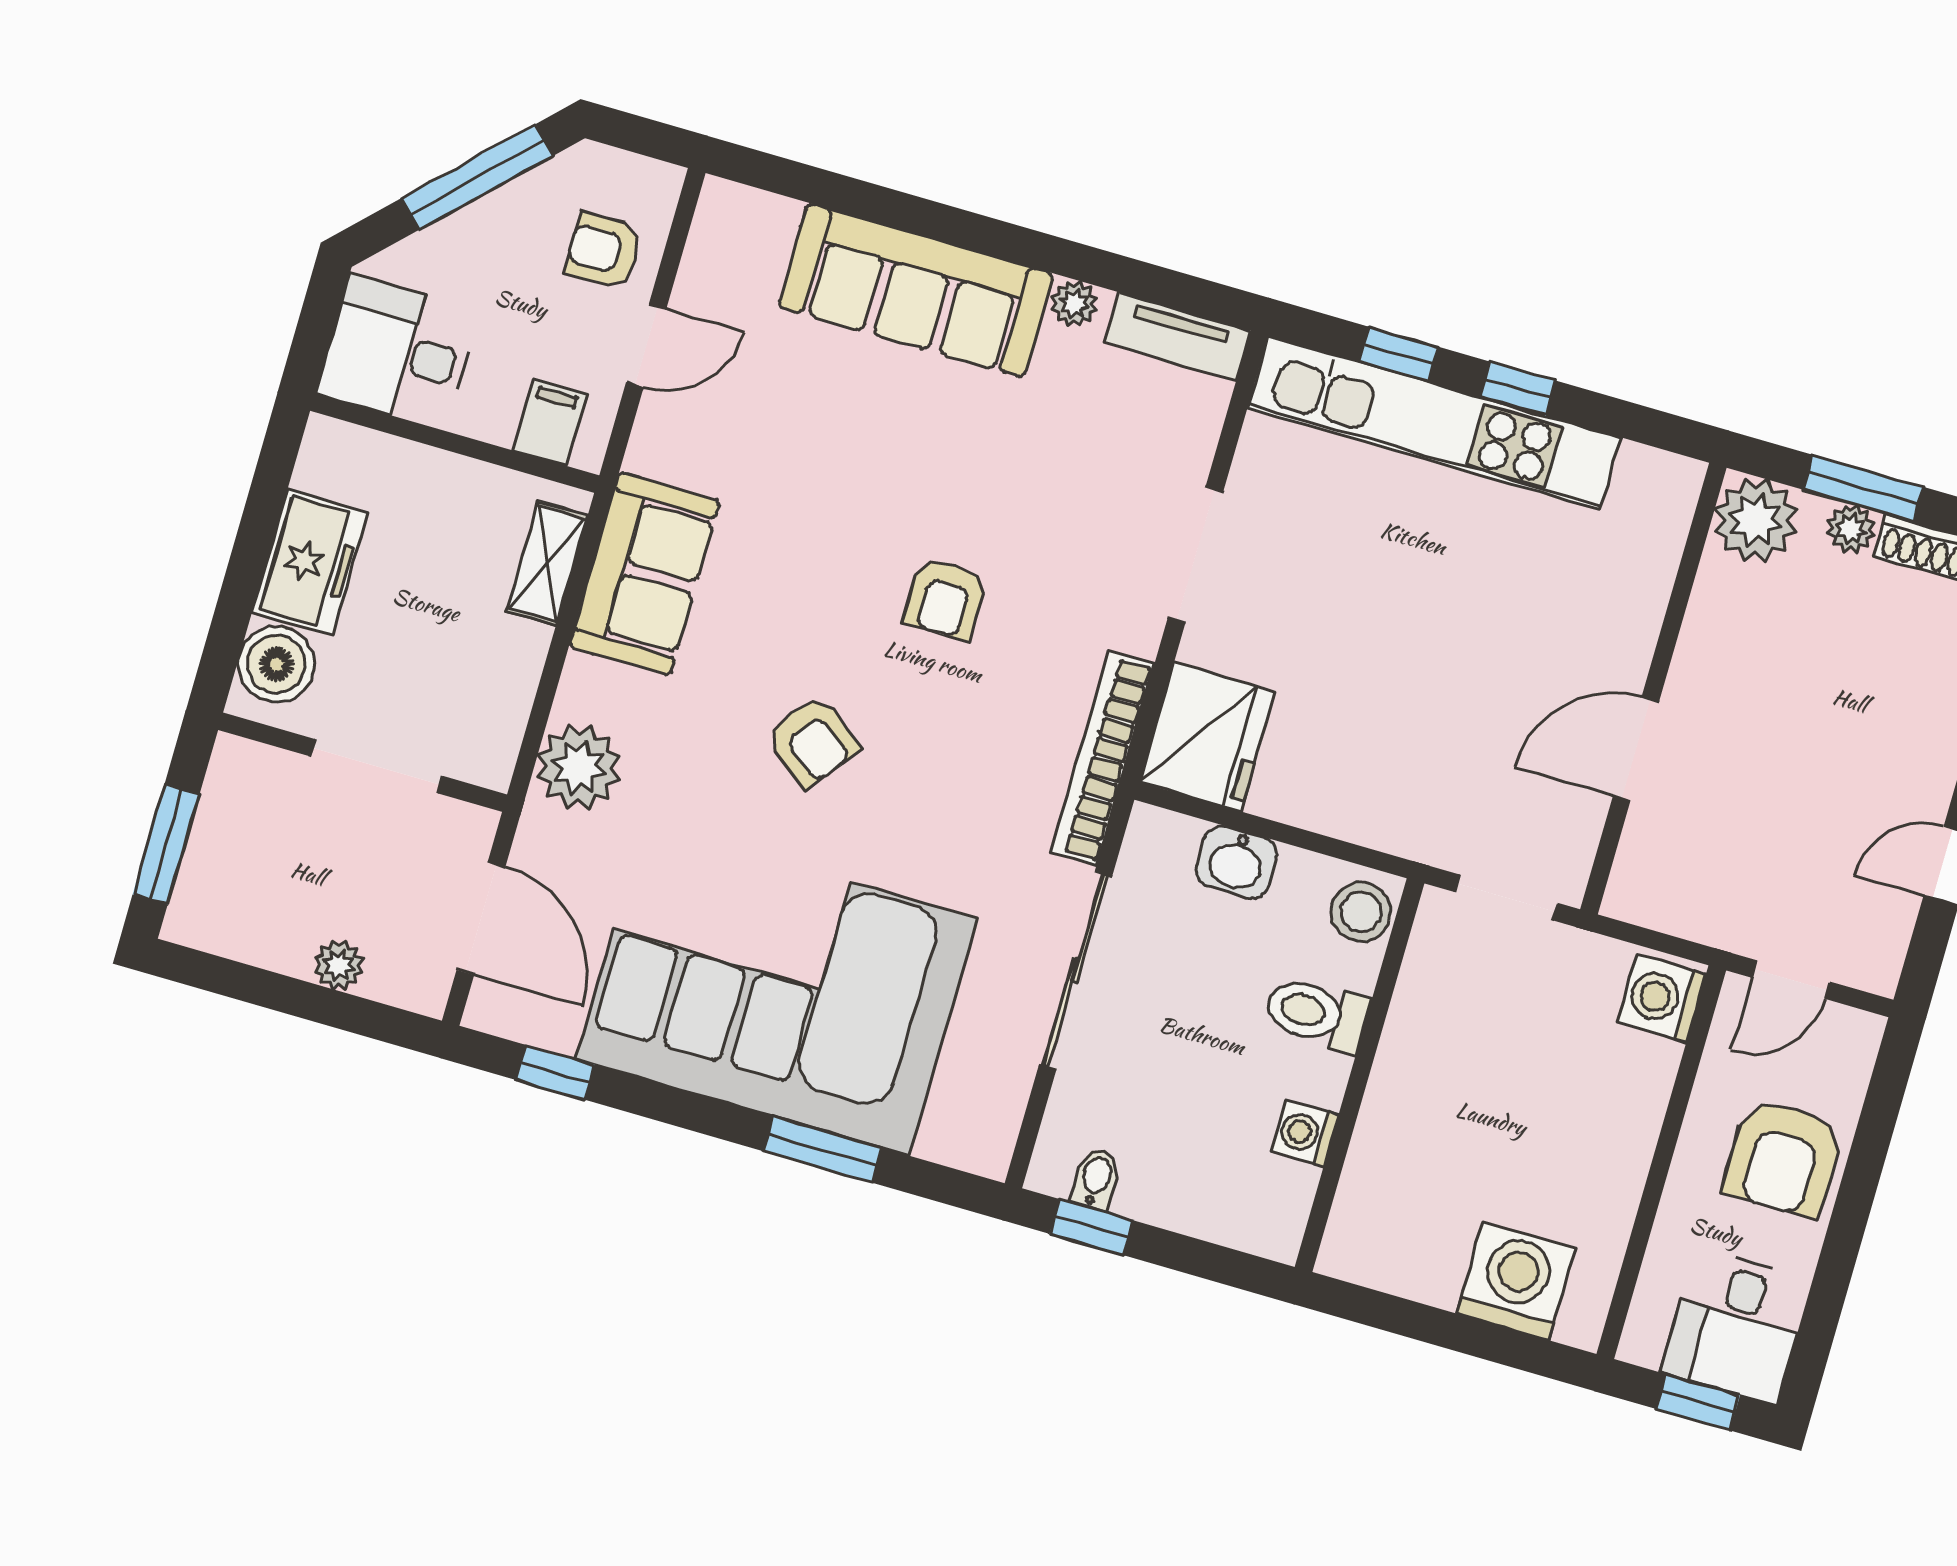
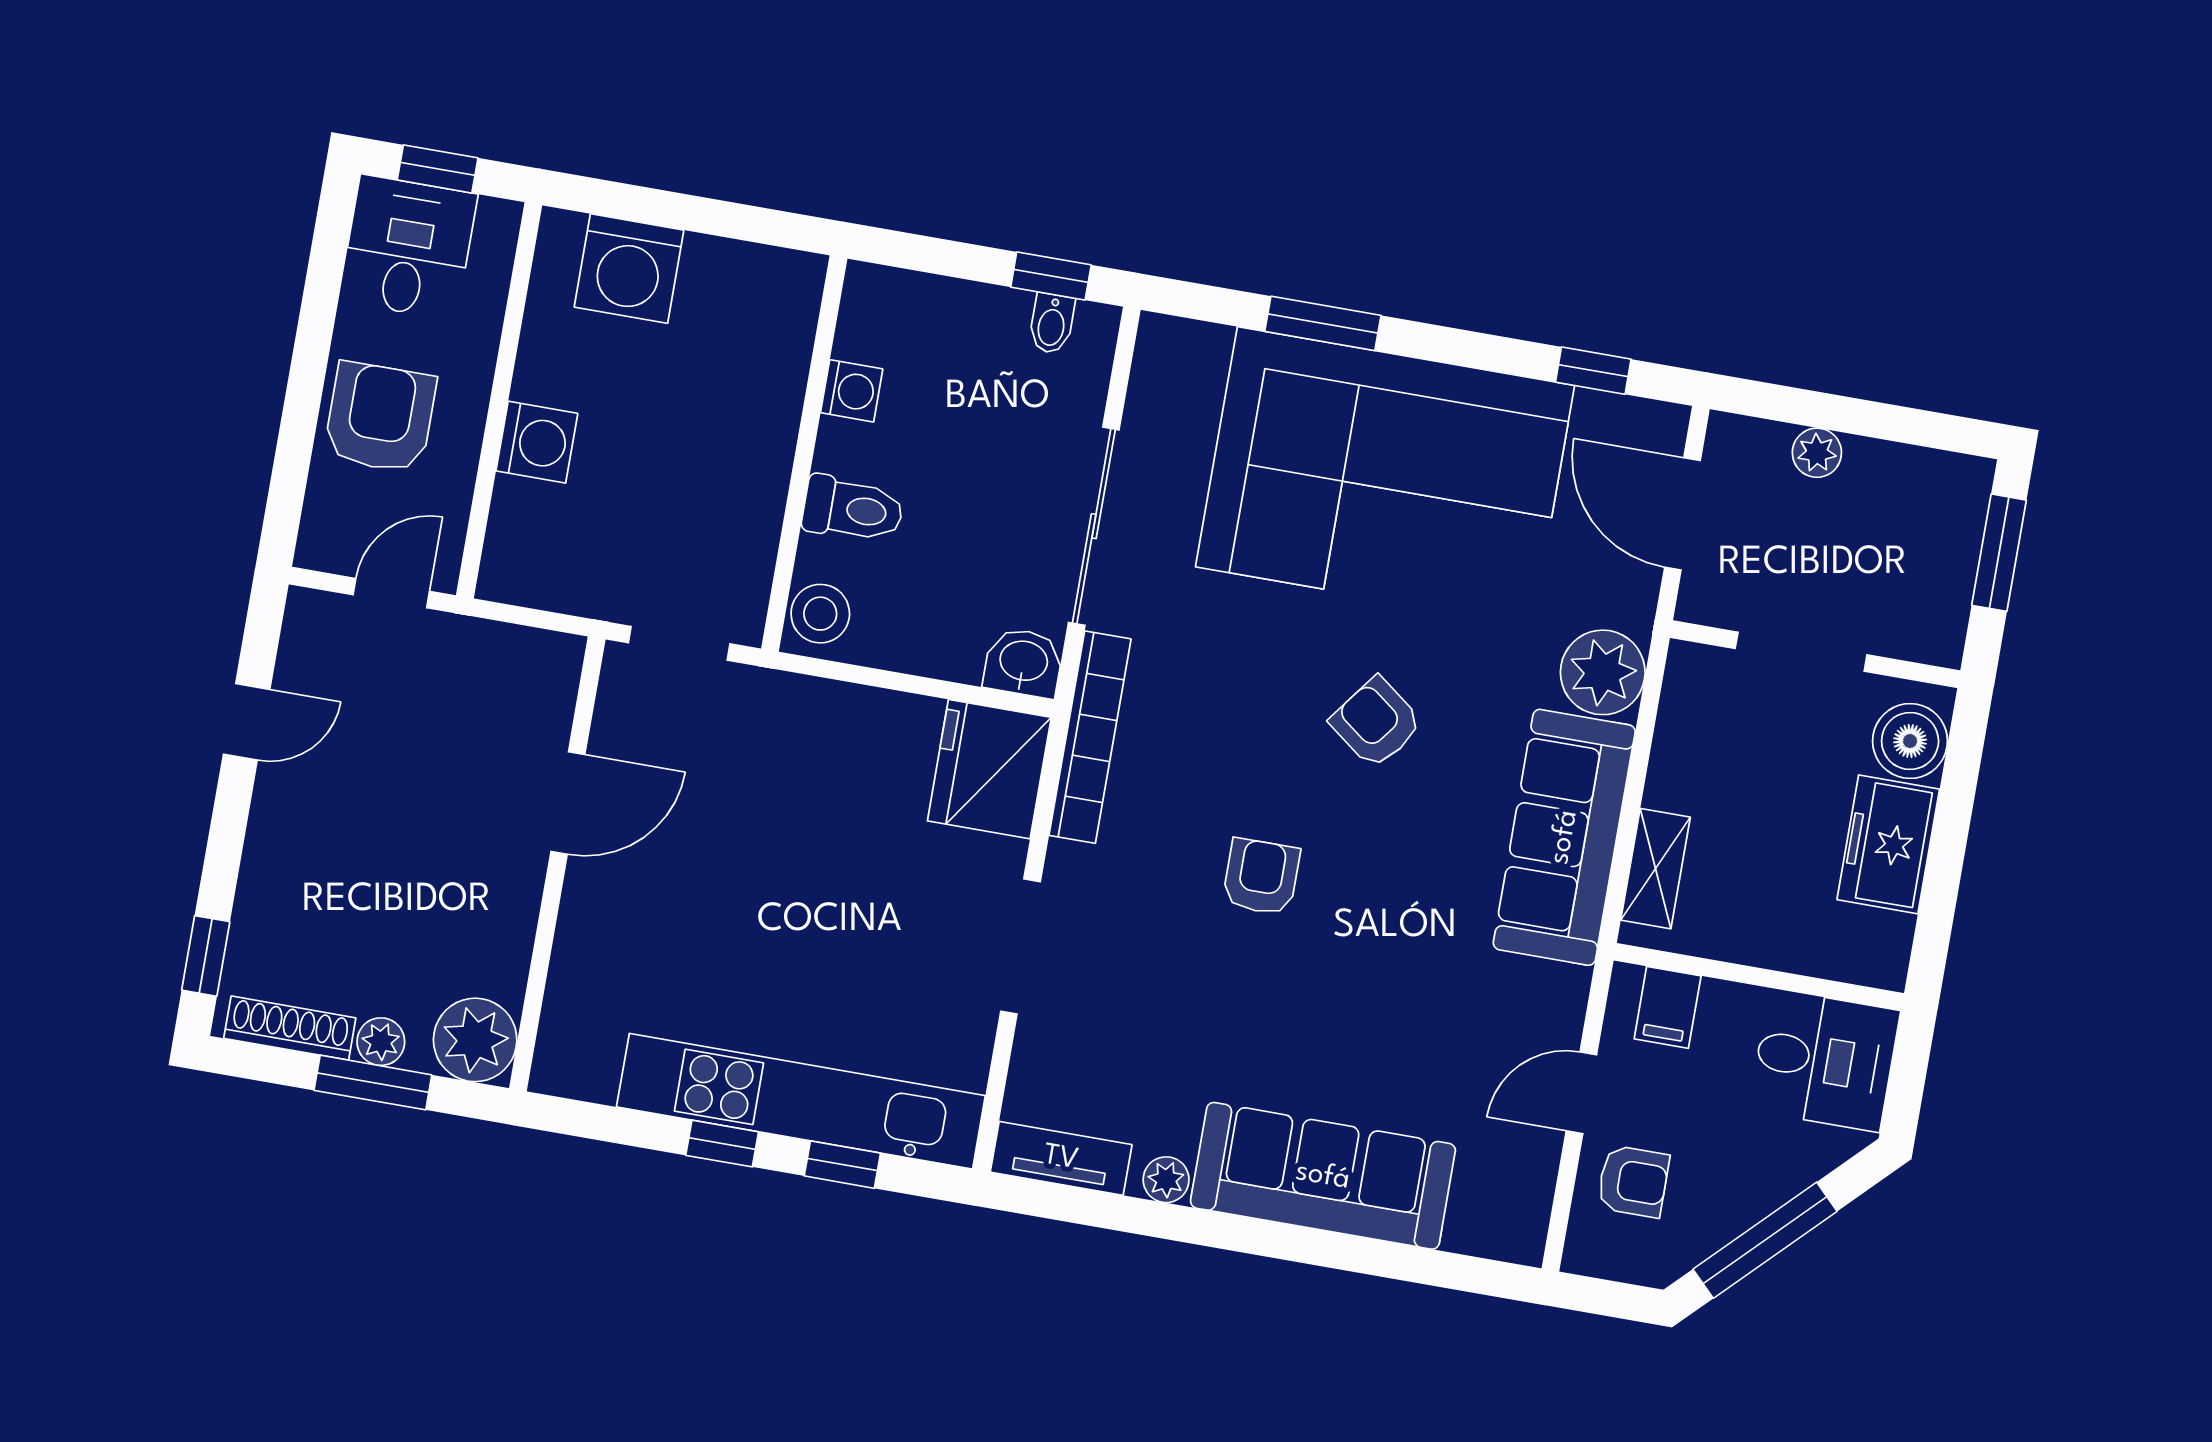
sofa: (645, 574) -> (1564, 837), width x1.36
washbasin: (1236, 862) -> (1023, 663), moved
washing machine: (1662, 998) -> (537, 442), moved

